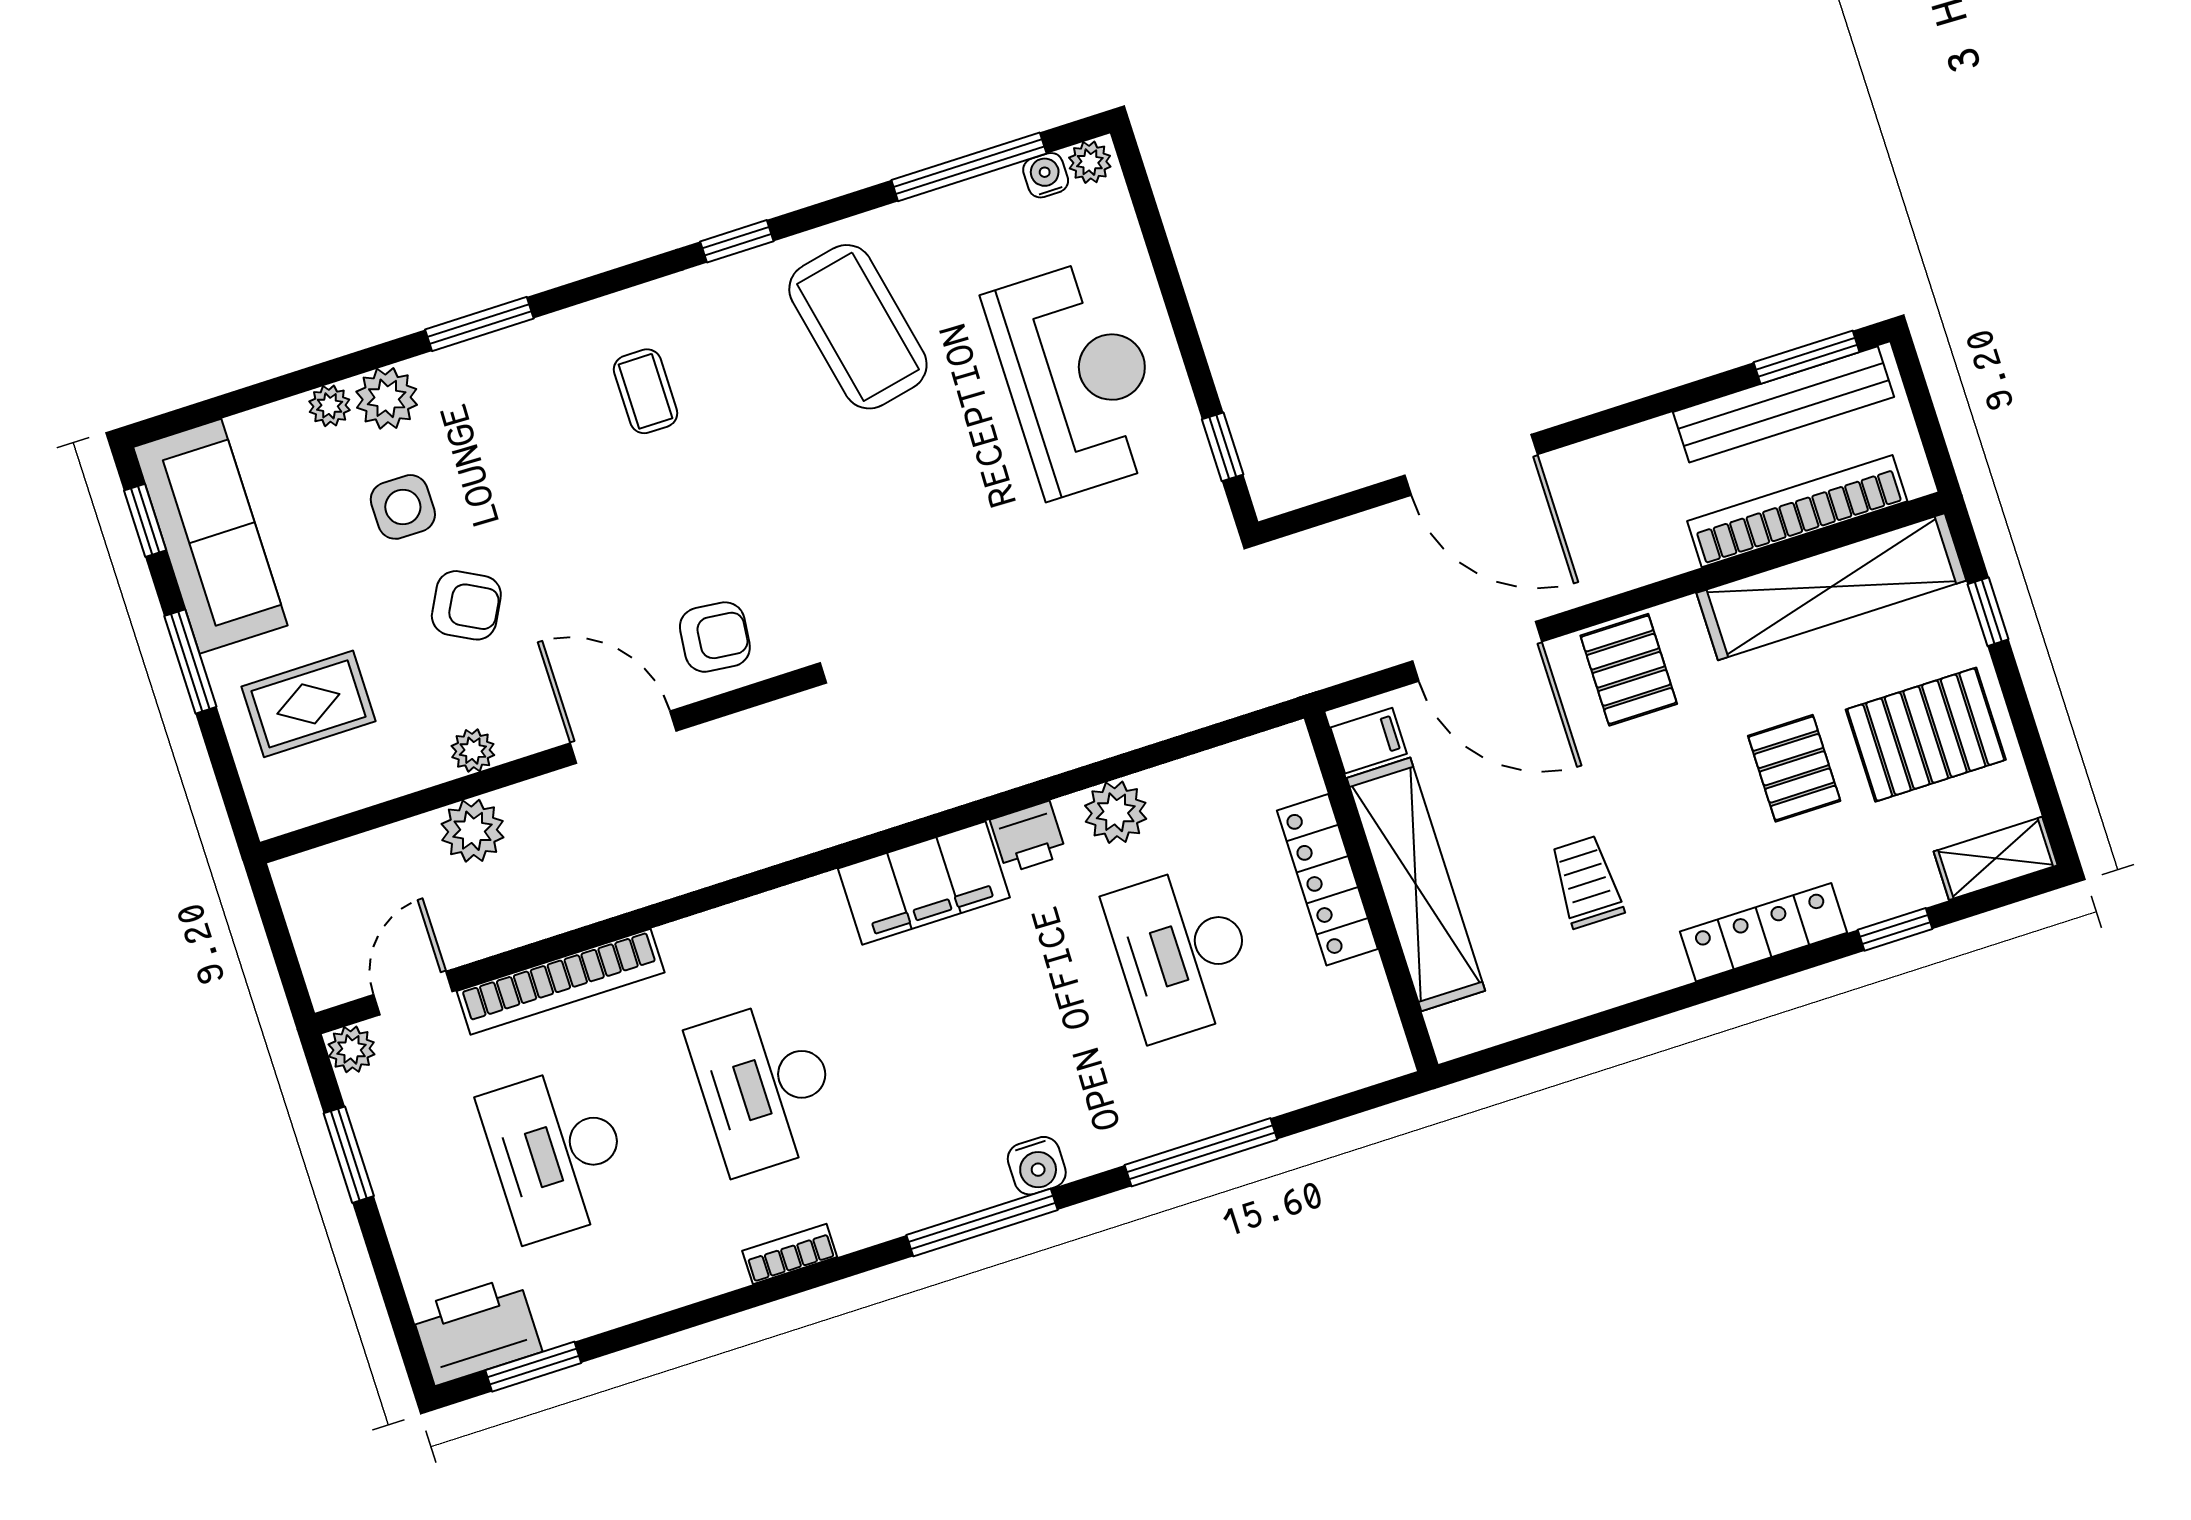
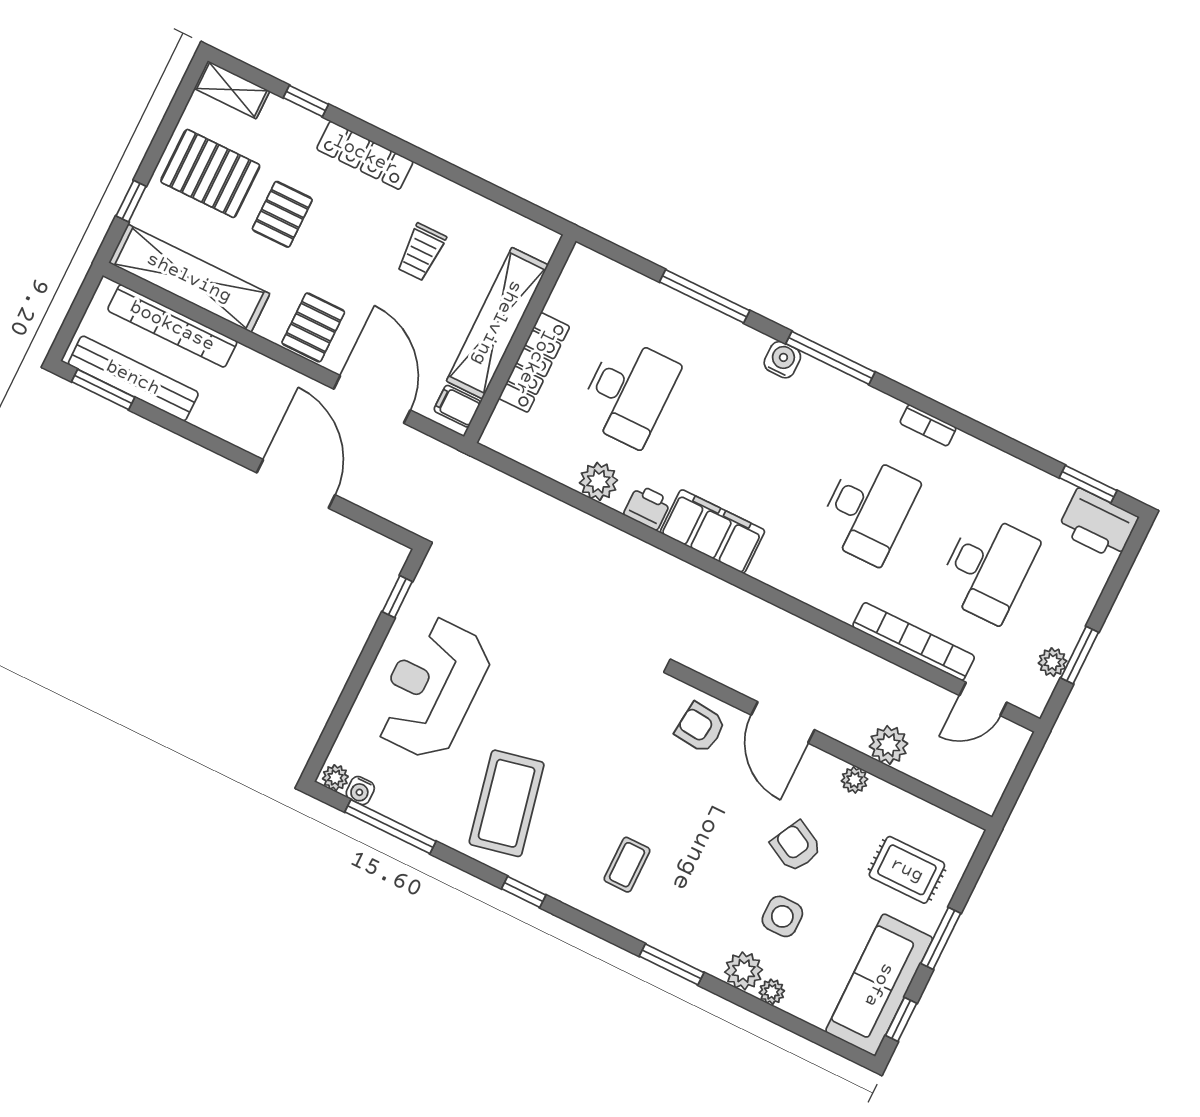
plant: (351, 1049) -> (1053, 662), moved

